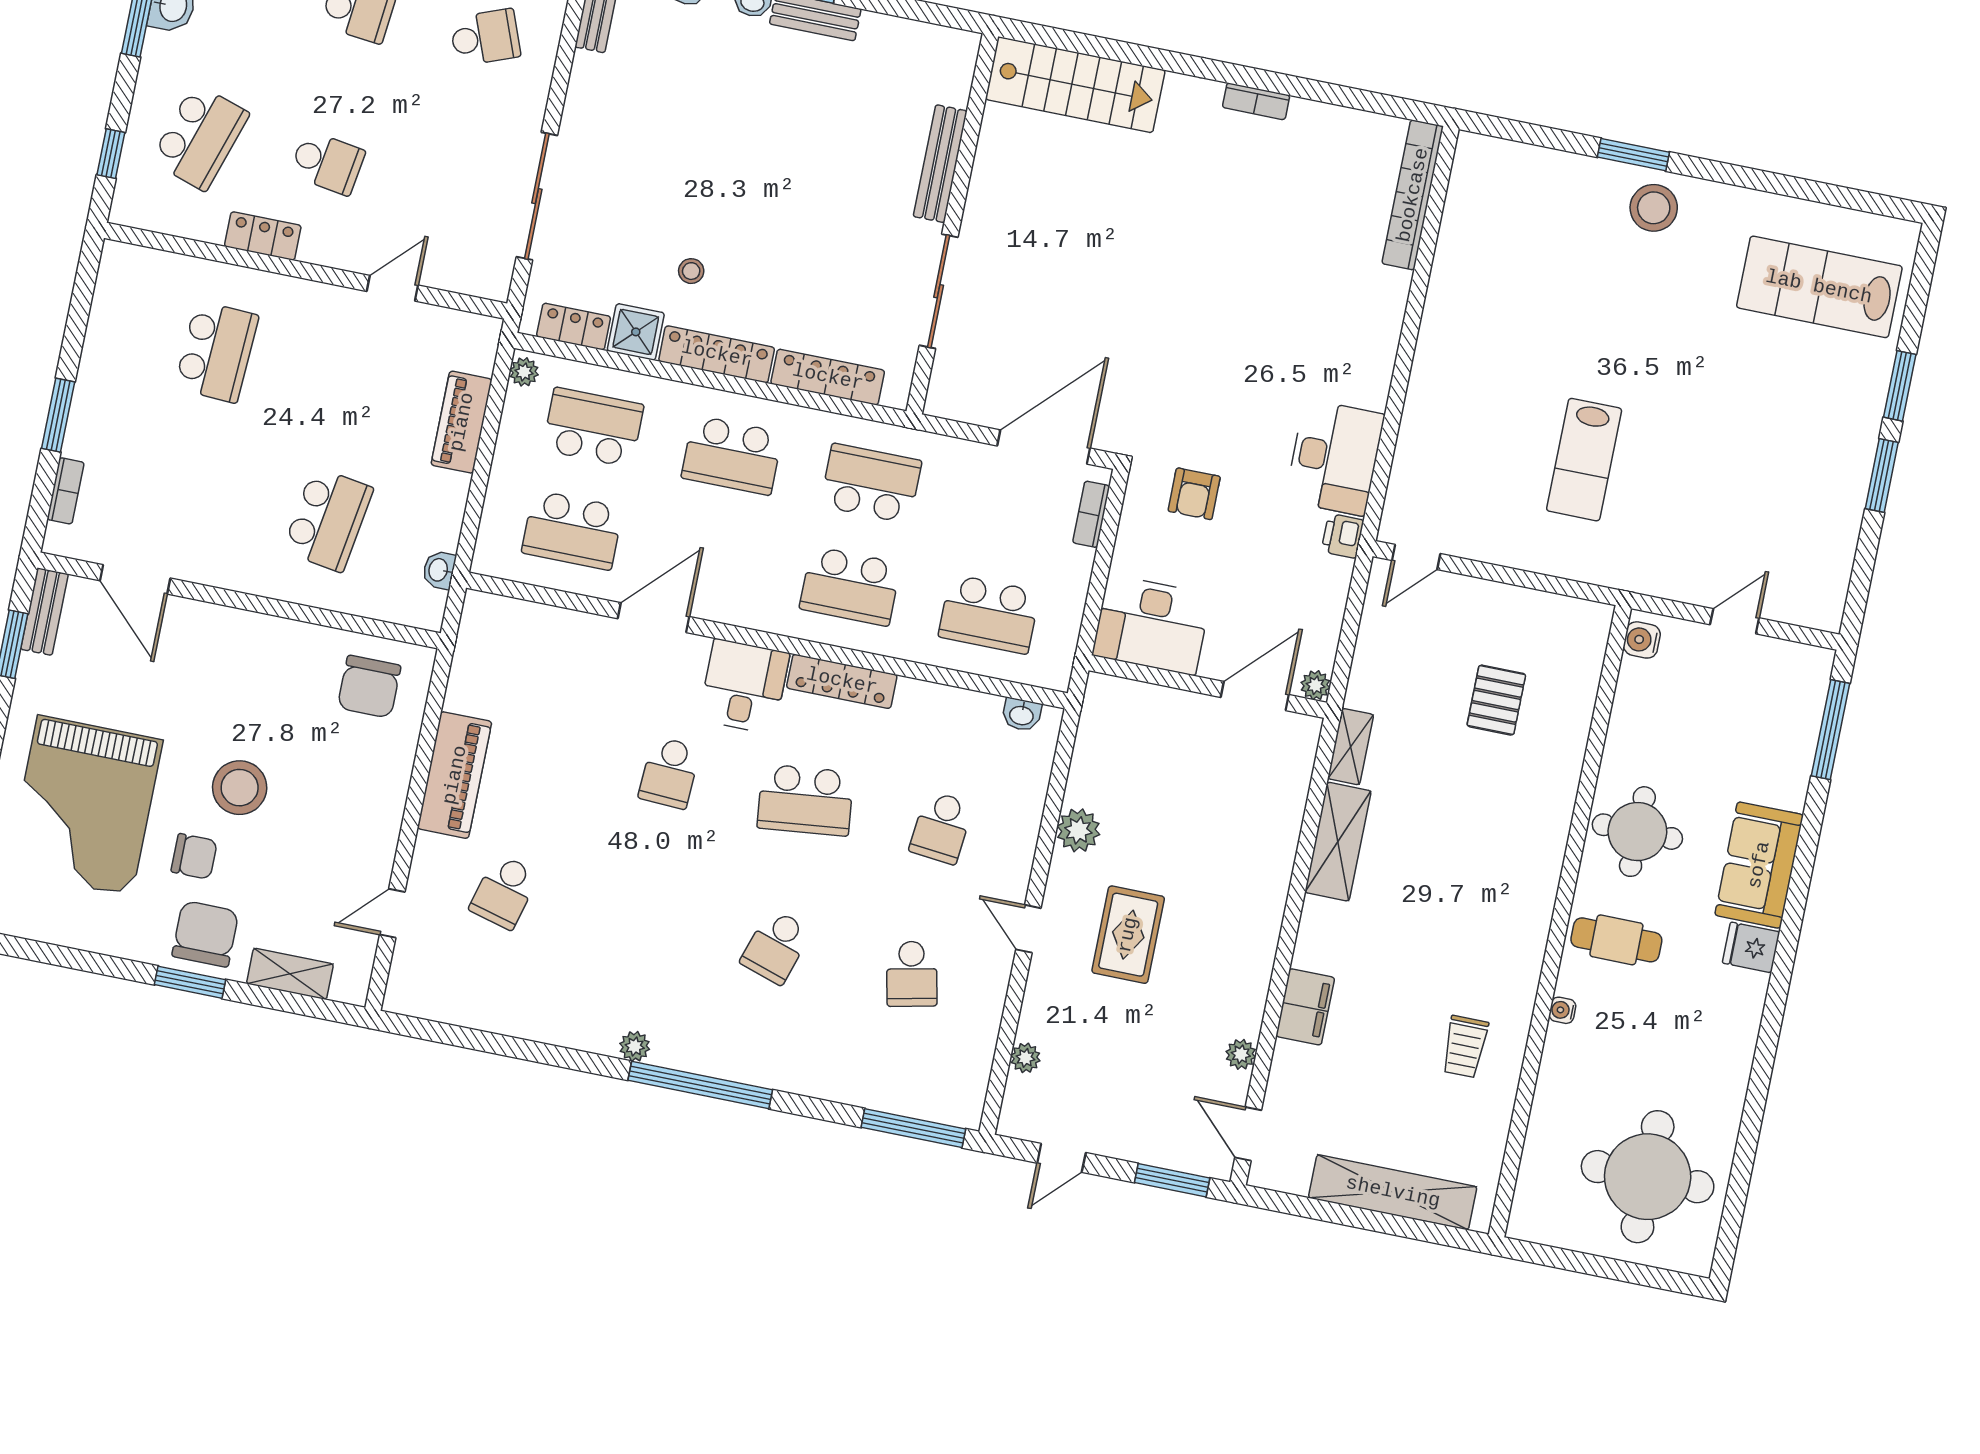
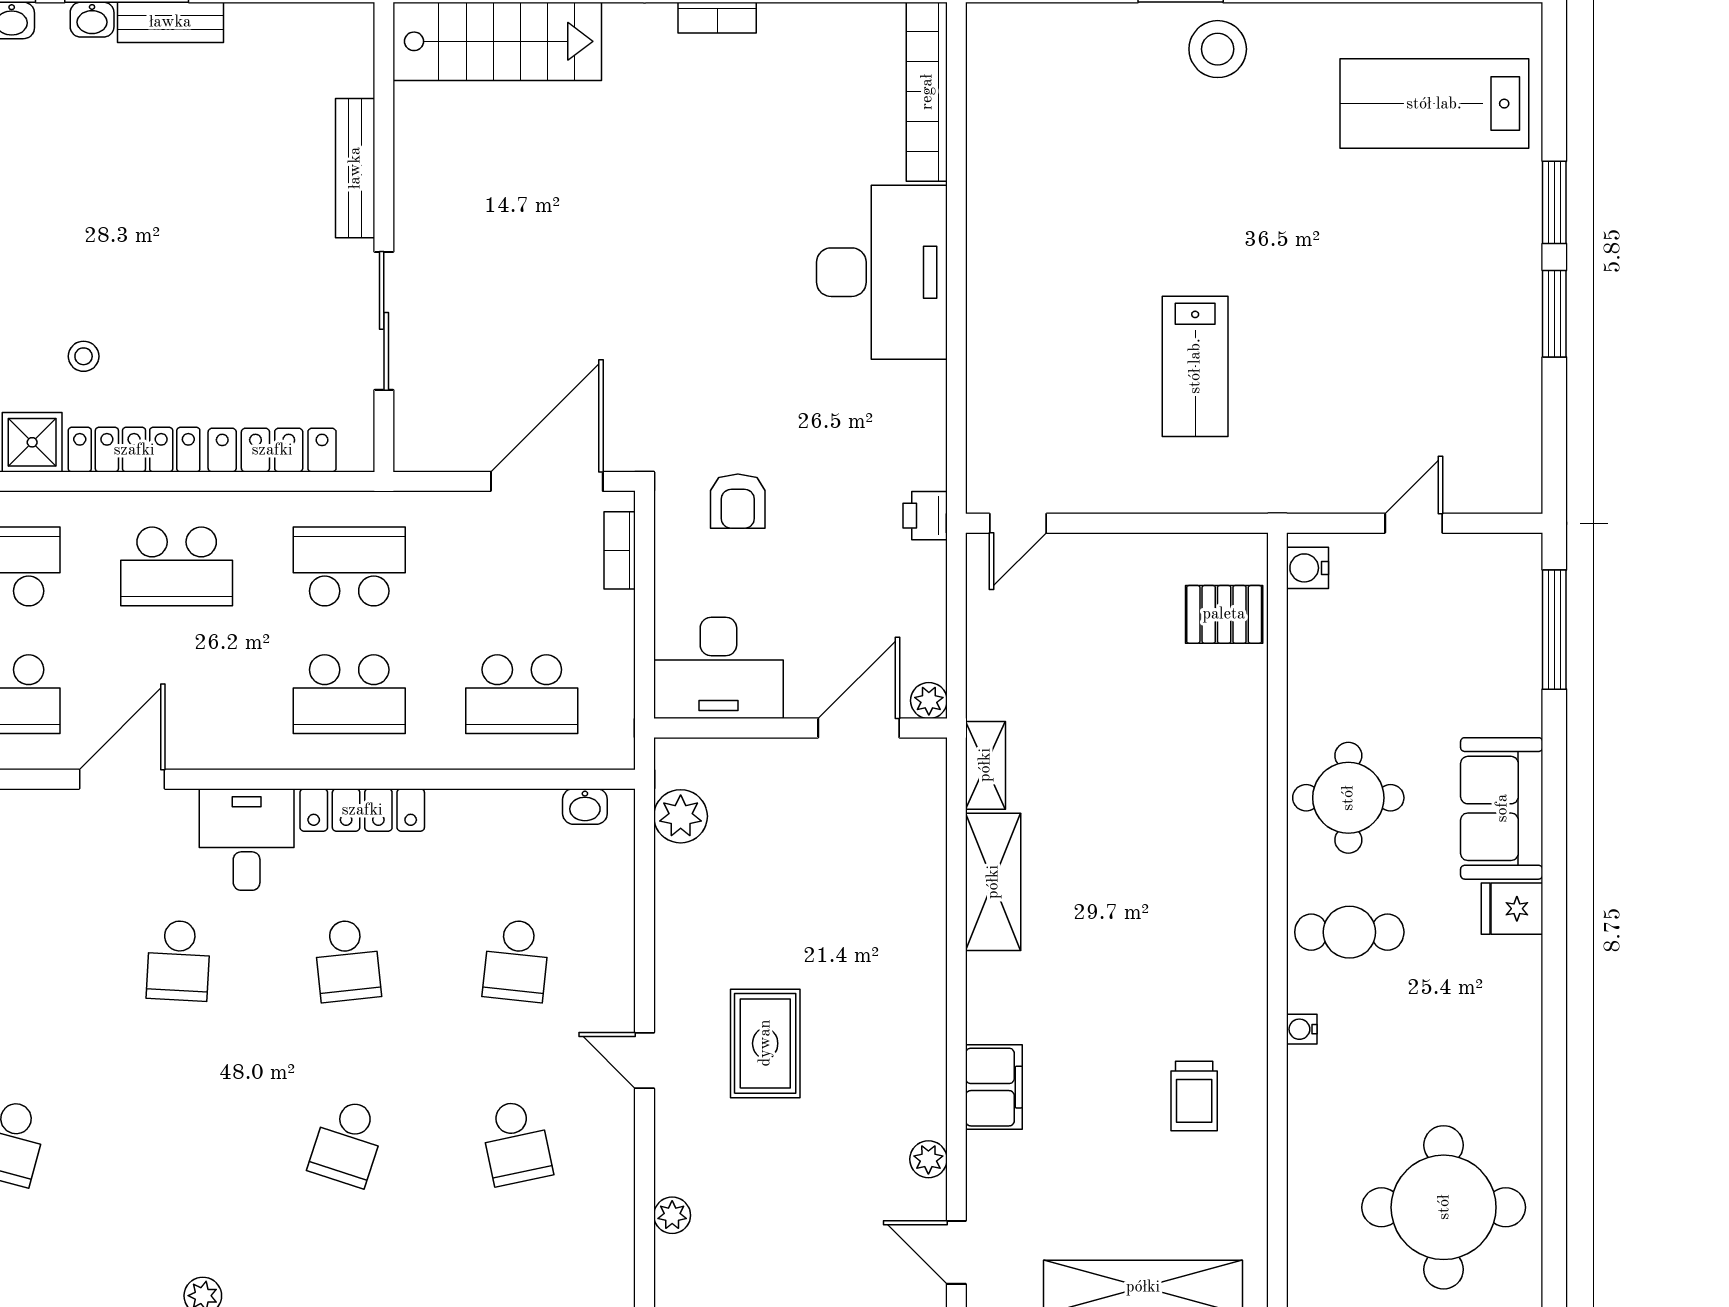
desk: (1335, 457) -> (882, 272), moved, width x1.36, depth x1.30
pallet: (1496, 700) -> (1224, 614), moved, turned 90
school desk: (805, 800) -> (347, 961), width x0.54
plant: (1078, 830) -> (681, 816), moved

